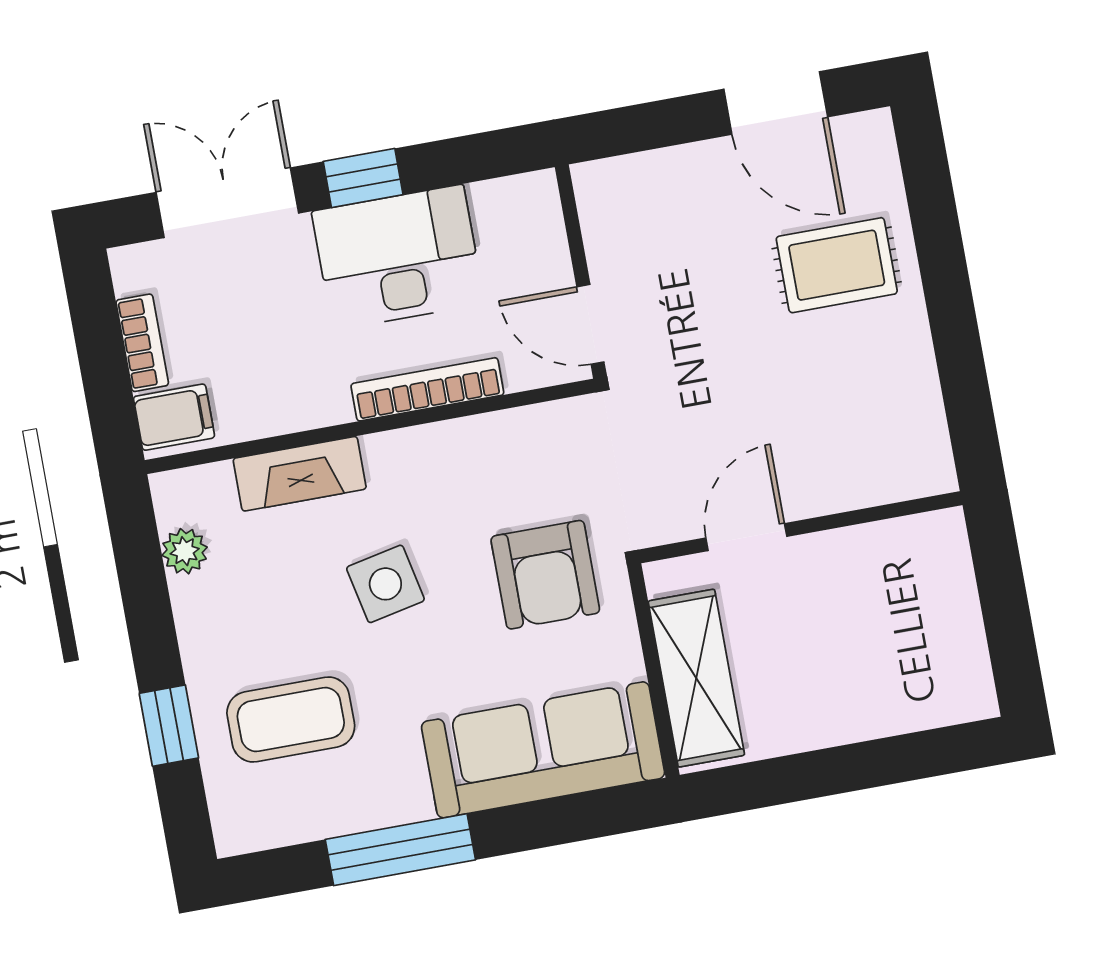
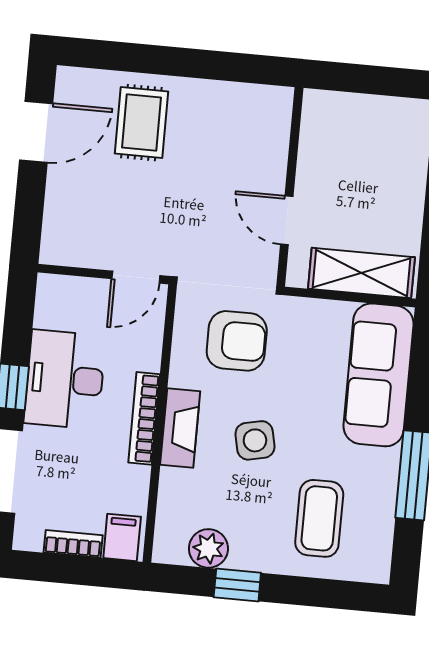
bookcase: (427, 389) -> (144, 418), moved
fireplace: (300, 474) -> (180, 428), moved
plant: (185, 551) -> (208, 548), width x1.38, depth x1.38
armchair: (545, 575) -> (237, 341), moved
window: (169, 726) -> (237, 585), moved

